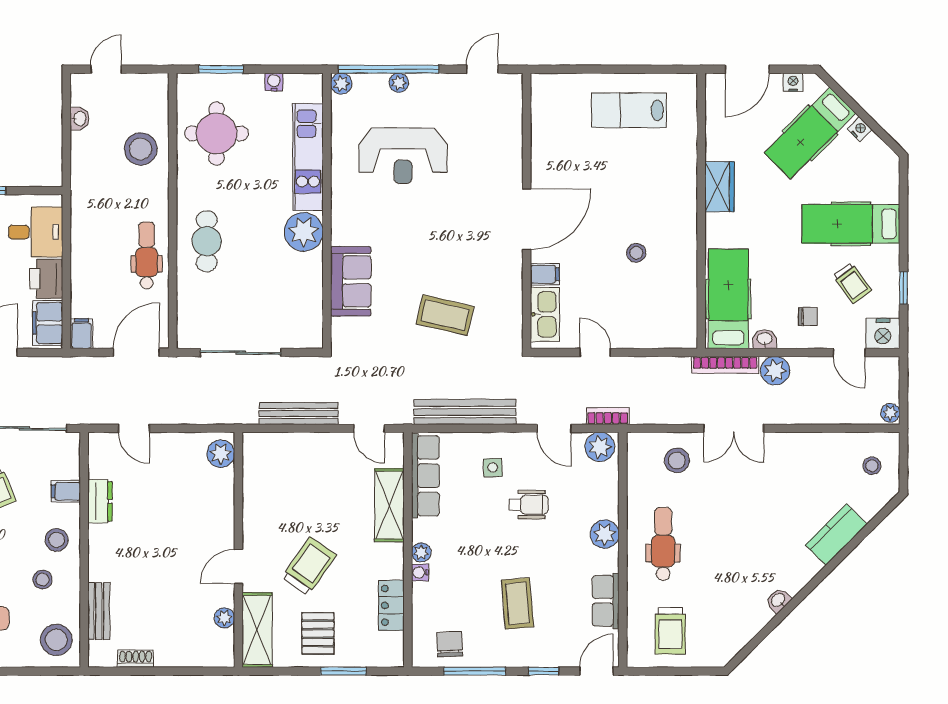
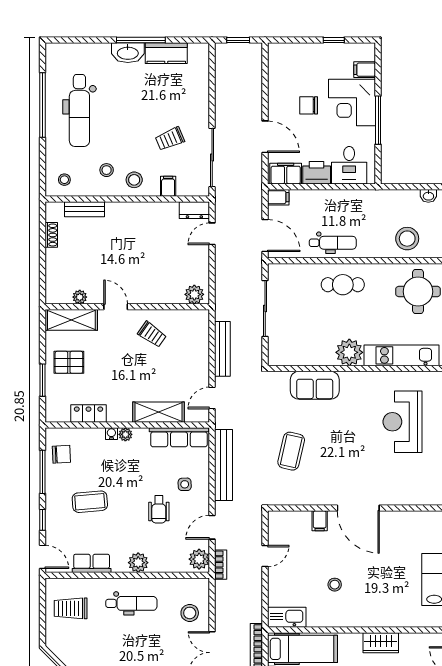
kitchen sink: (545, 314) -> (287, 617), moved, turned 180
dresser: (100, 501) -> (194, 210), moved
trolley: (309, 566) -> (152, 334), moved, width x0.73, depth x0.72
stool: (56, 640) -> (64, 180), width x0.53, depth x0.53

